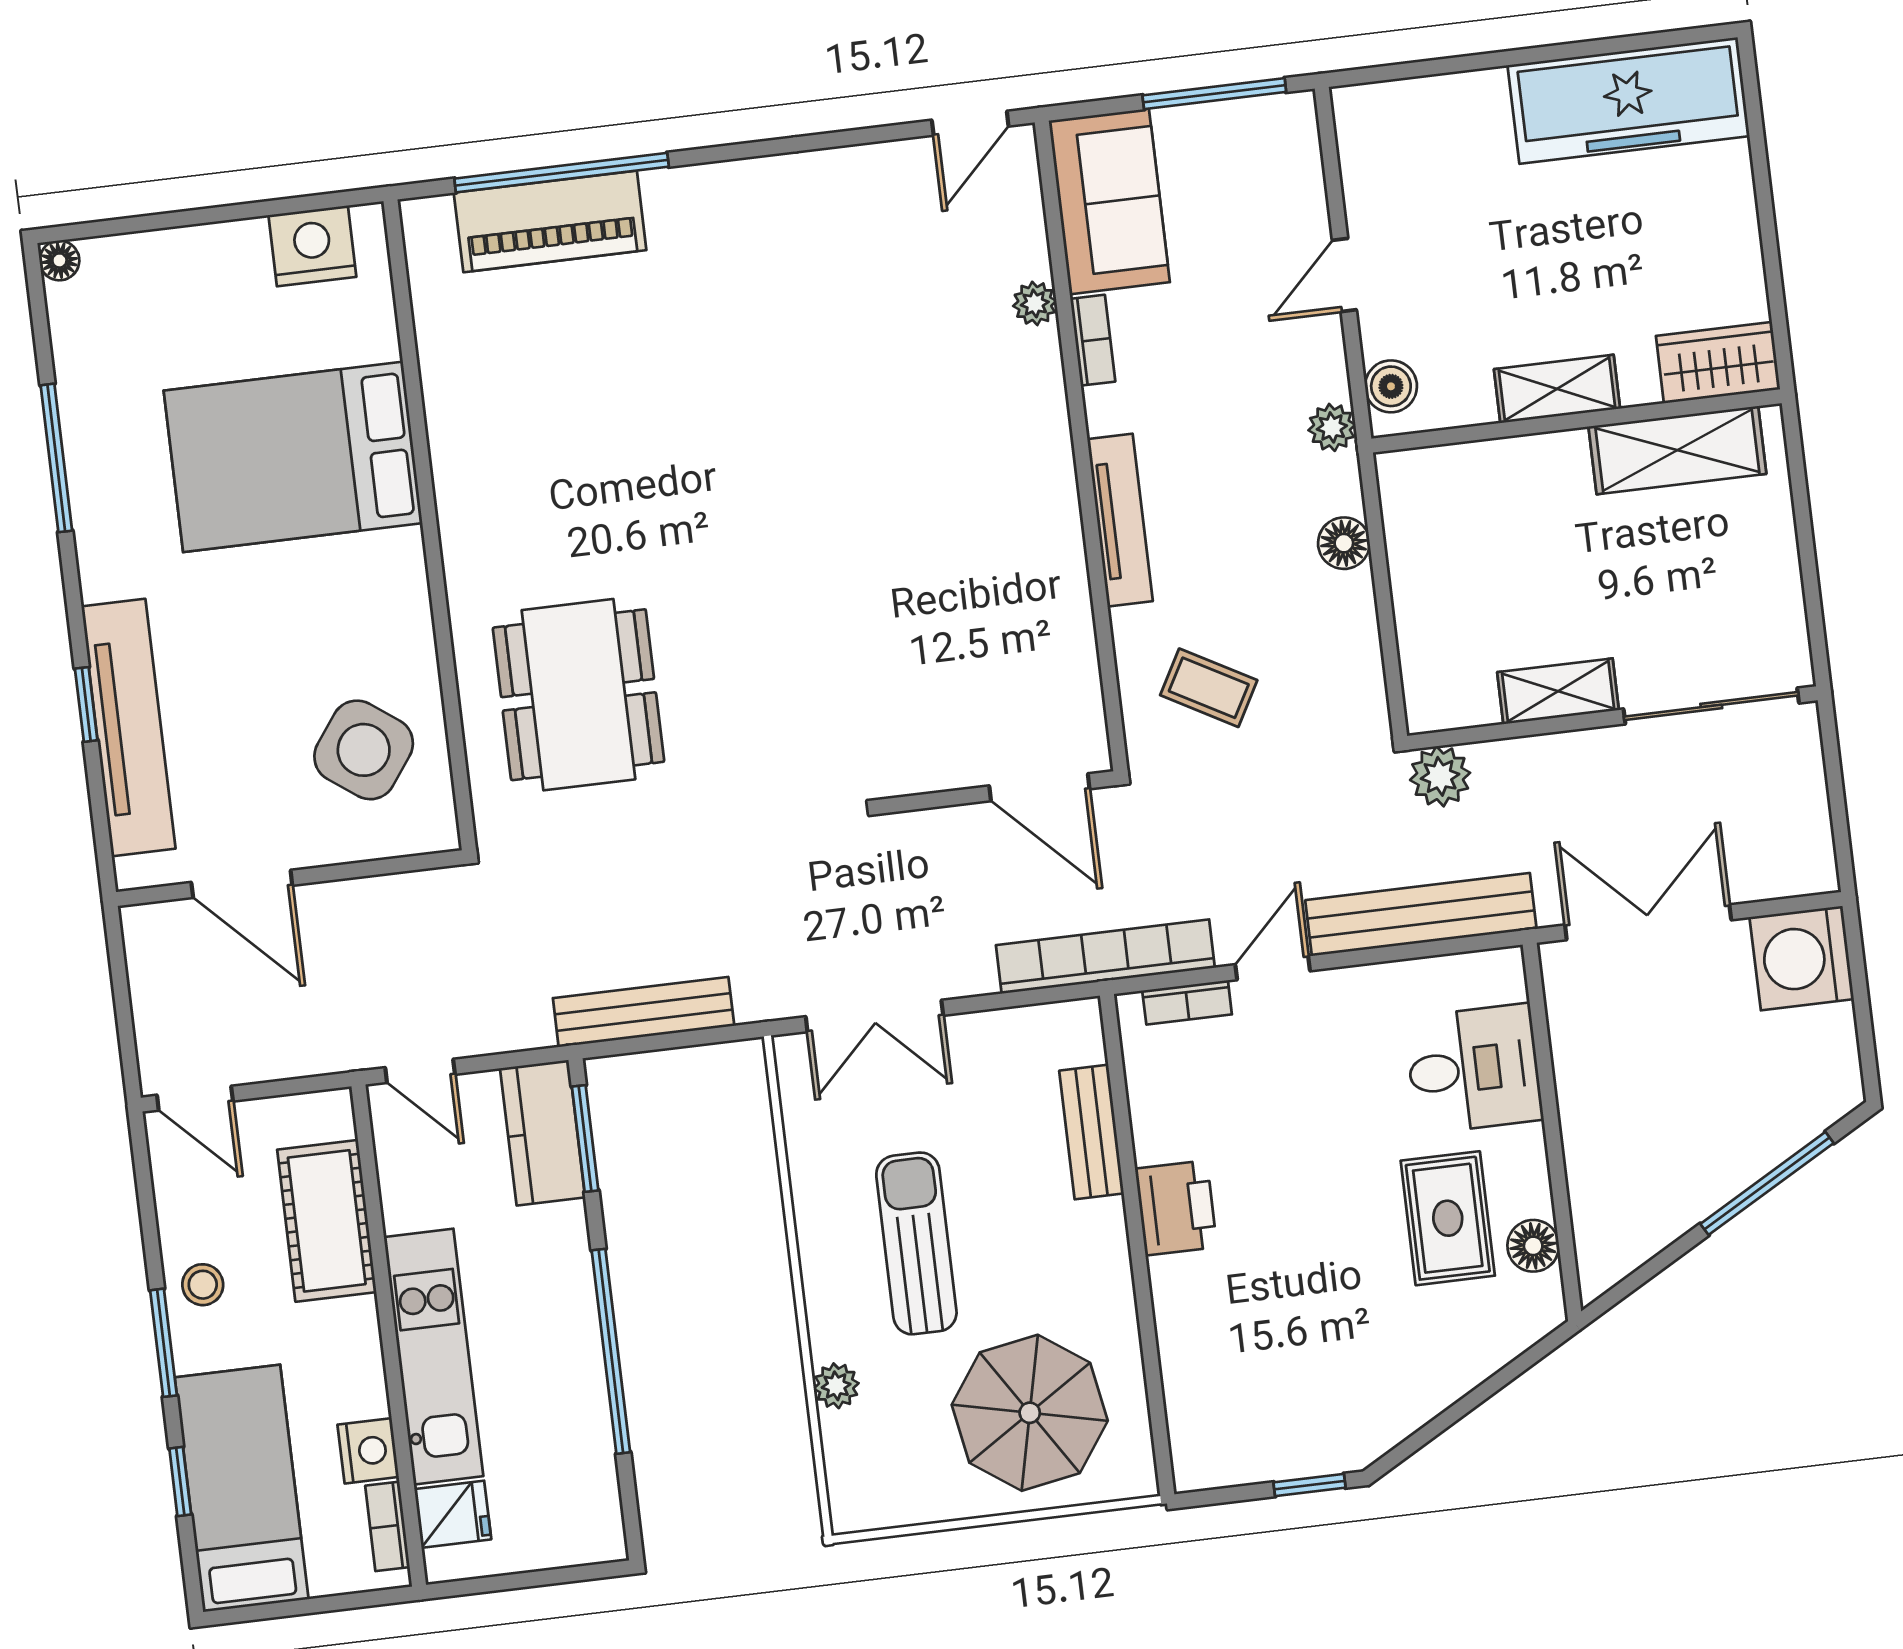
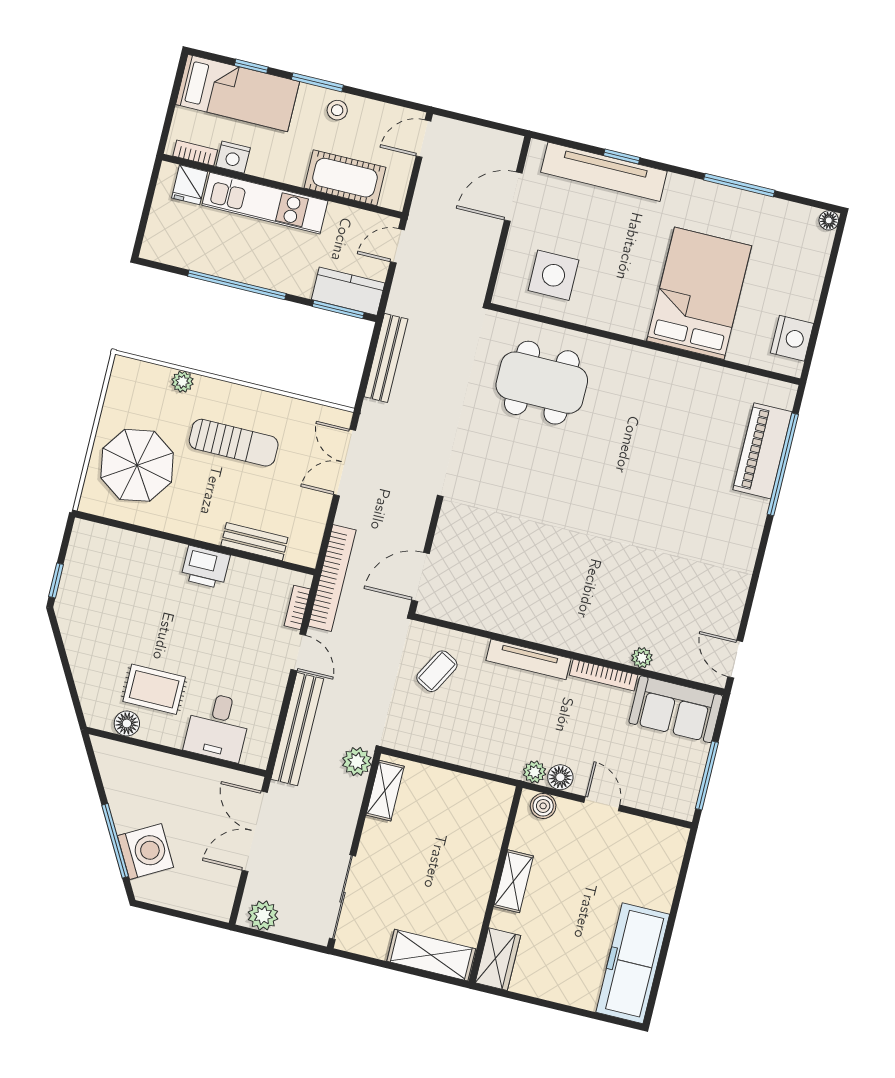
bookcase: (1093, 340) -> (604, 675), width x1.56
shelving: (1677, 450) -> (431, 955), moved, turned 90
floor lamp: (1344, 543) -> (560, 777), moved
shelving: (1558, 691) -> (385, 791), moved
side table: (364, 750) -> (553, 275), turned -36
plant: (1804, 845) -> (263, 915), added
double door: (1648, 922) -> (255, 831), swing flipped
washing machine: (1802, 958) -> (145, 851), moved, turned 61

